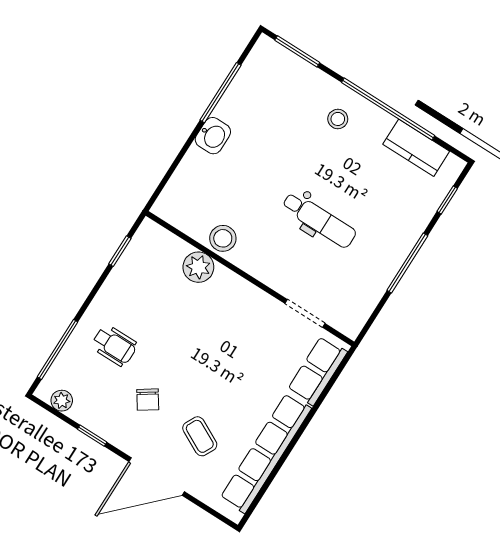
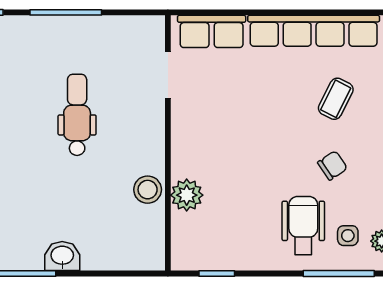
wheelchair: (114, 345) -> (303, 226), width x1.36, depth x1.37
side table: (83, 376) -> (348, 236), added

